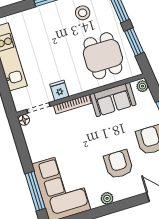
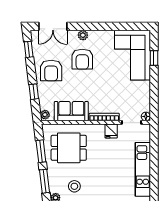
dining table: (103, 56) -> (69, 148), turned 90
window: (35, 191) -> (154, 58), width x0.46
plant: (107, 198) -> (83, 35), moved

